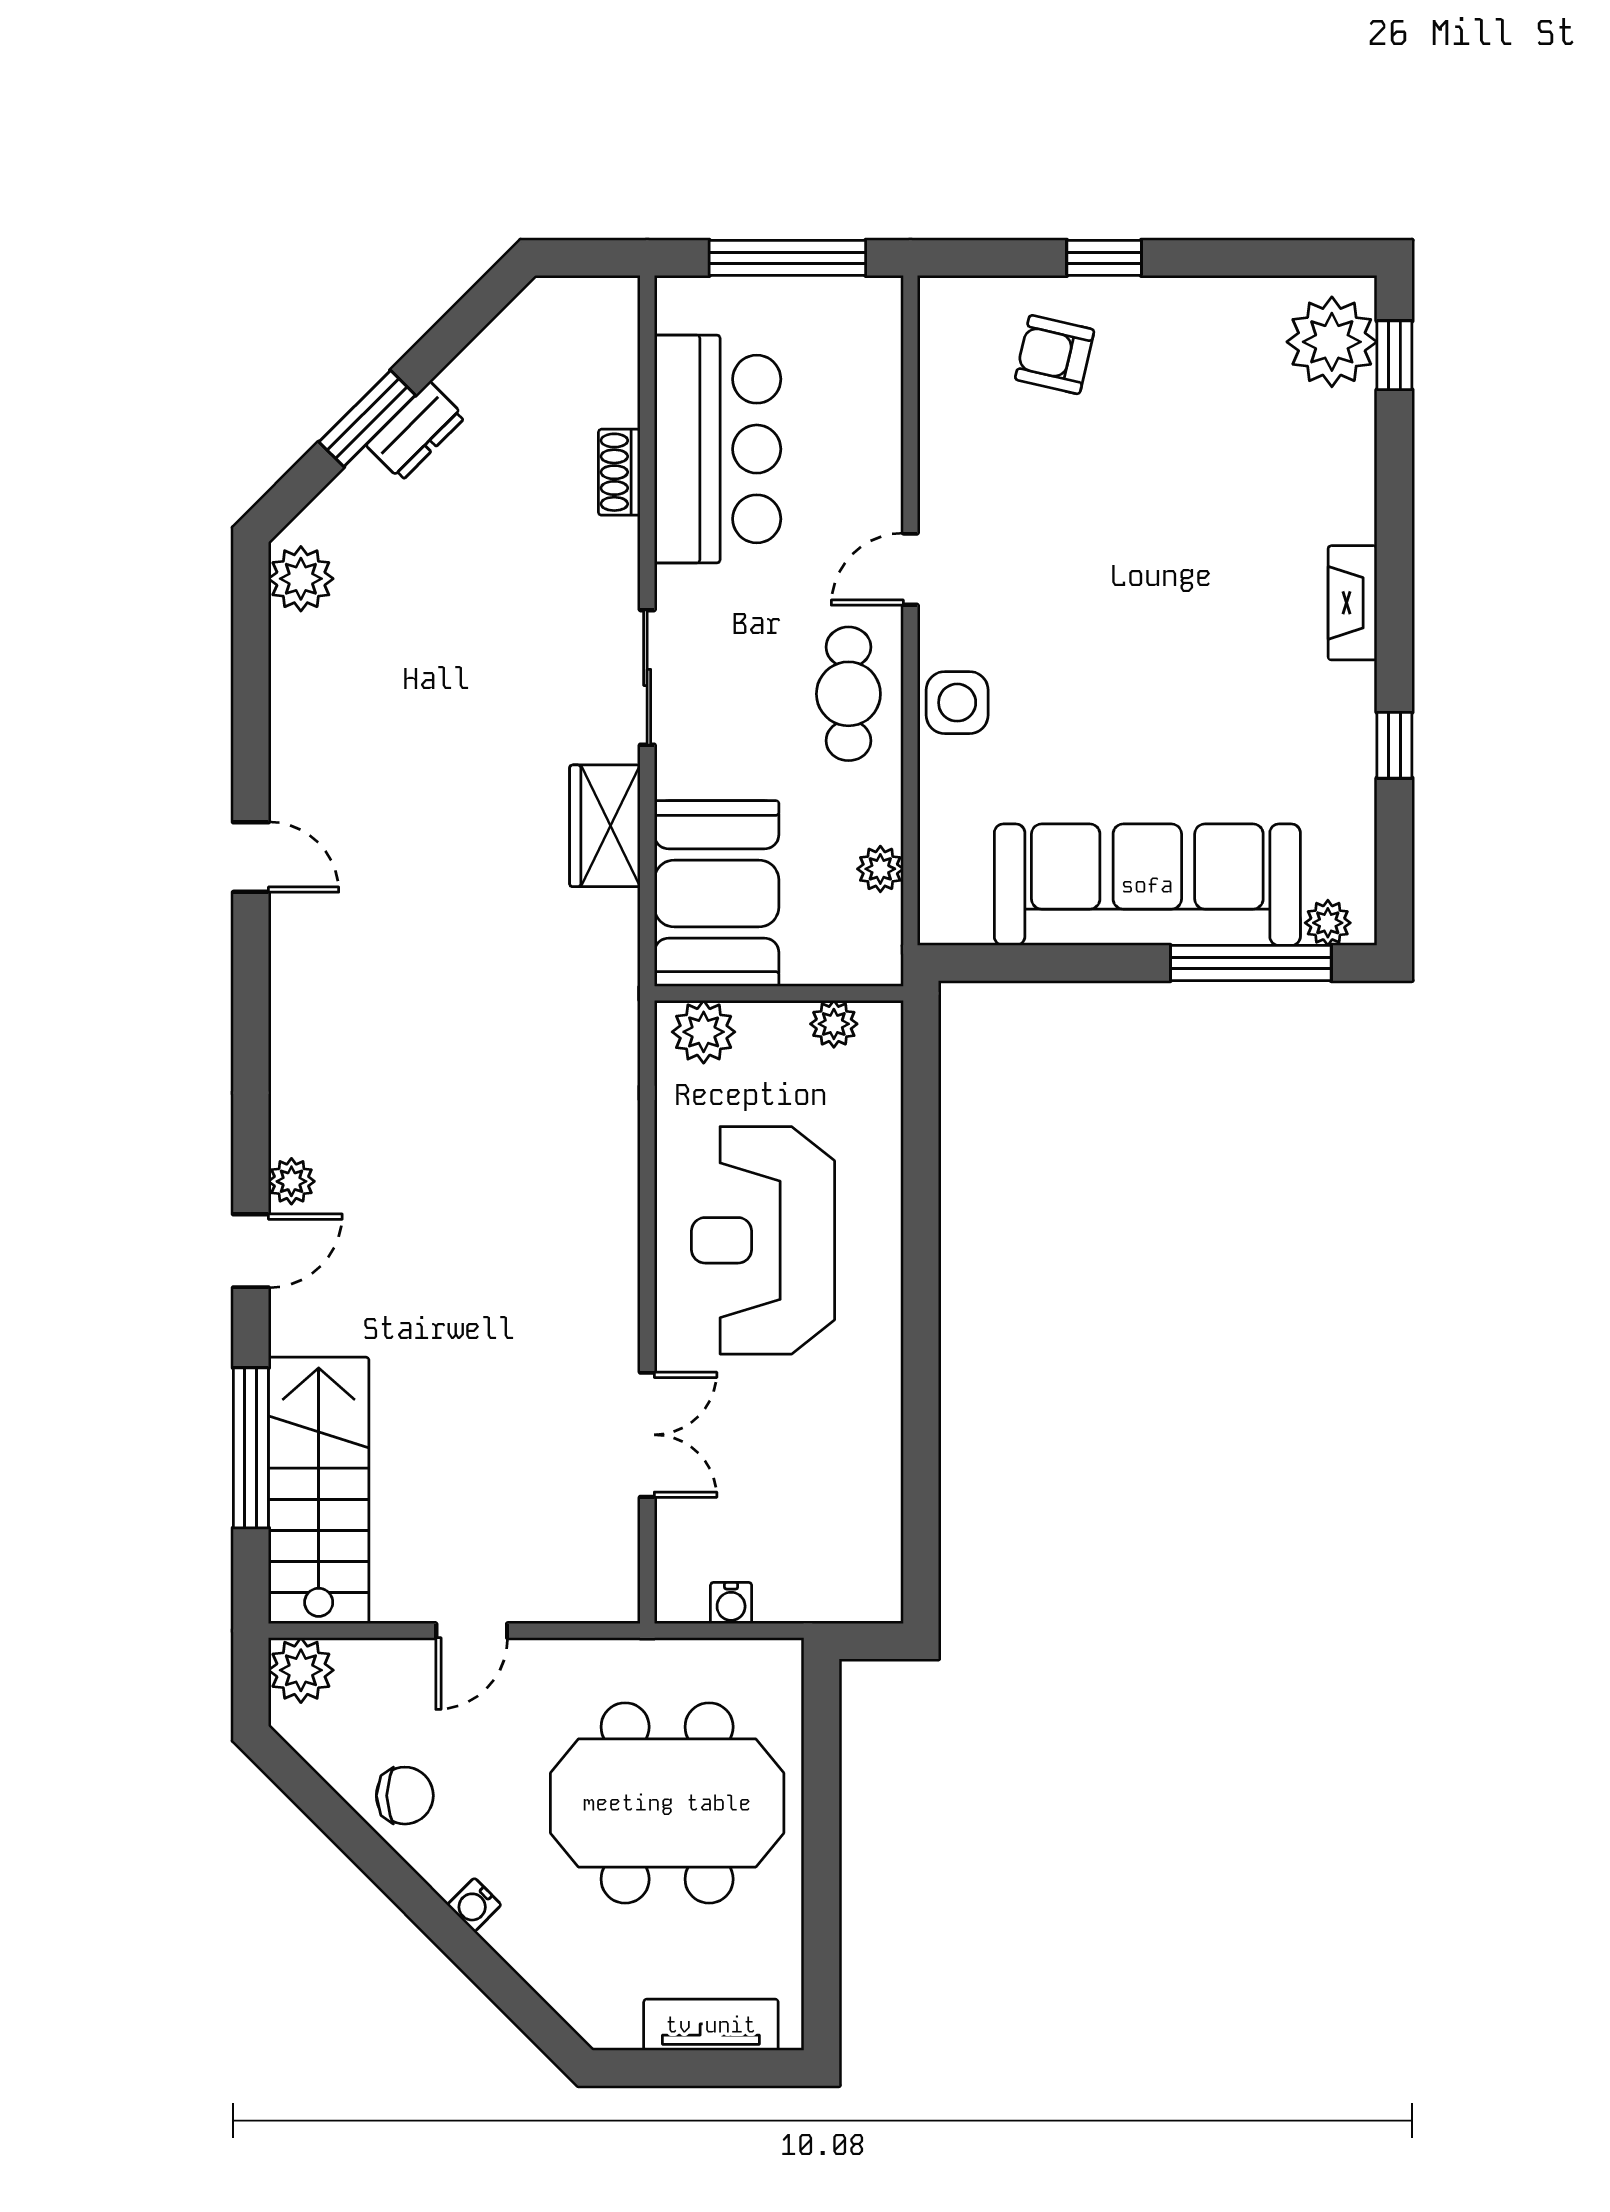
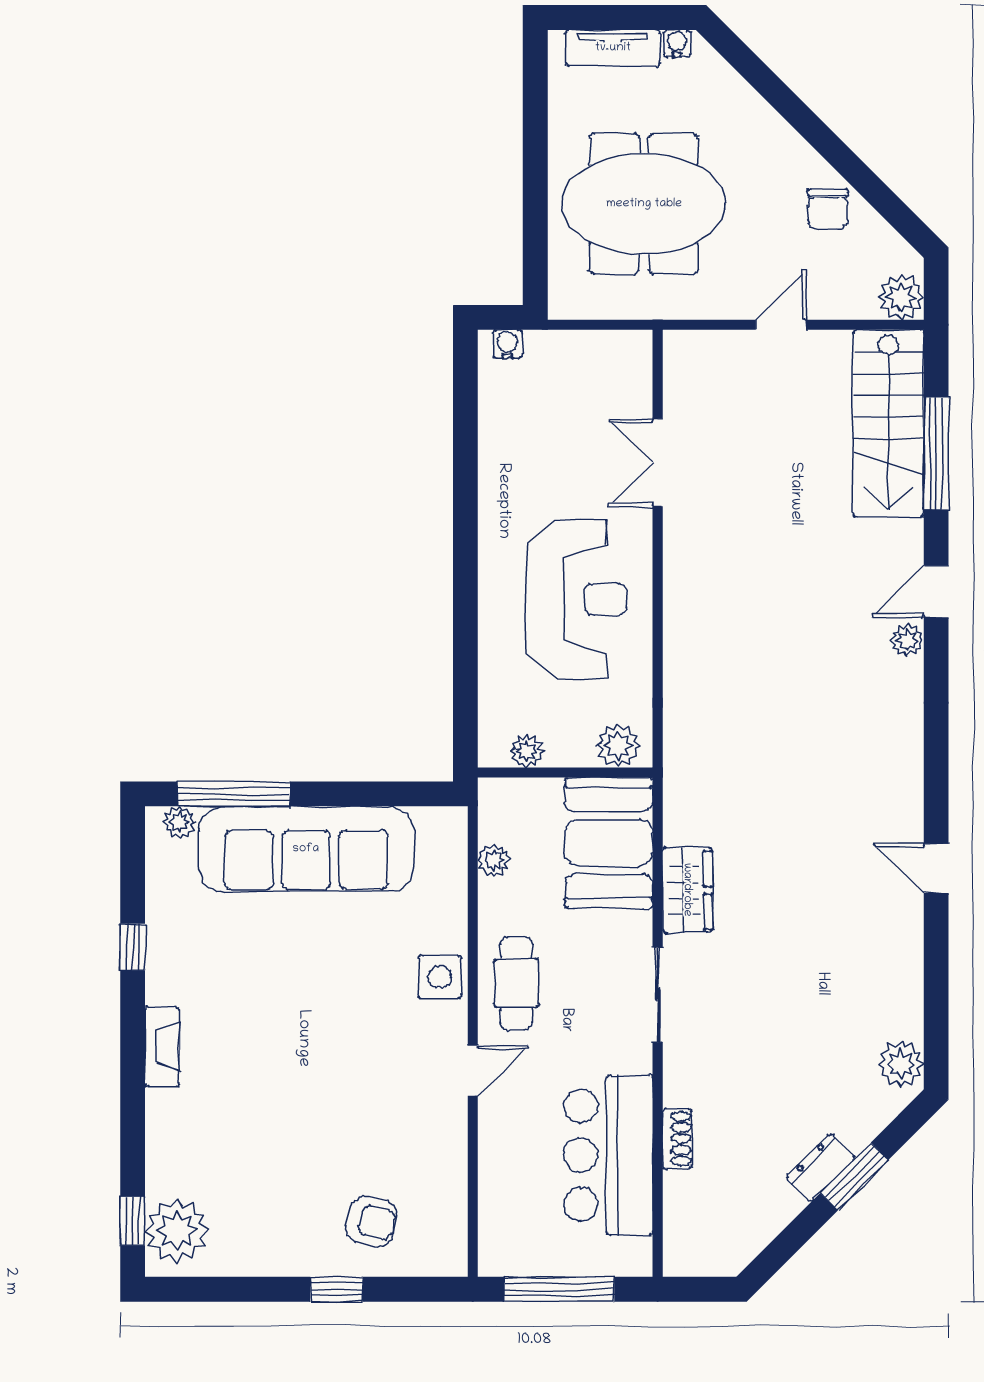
water cooler: (731, 1603) -> (507, 344), moved
chair: (405, 1796) -> (828, 209), turned -90
water cooler: (474, 1905) -> (677, 43), moved, turned -45

